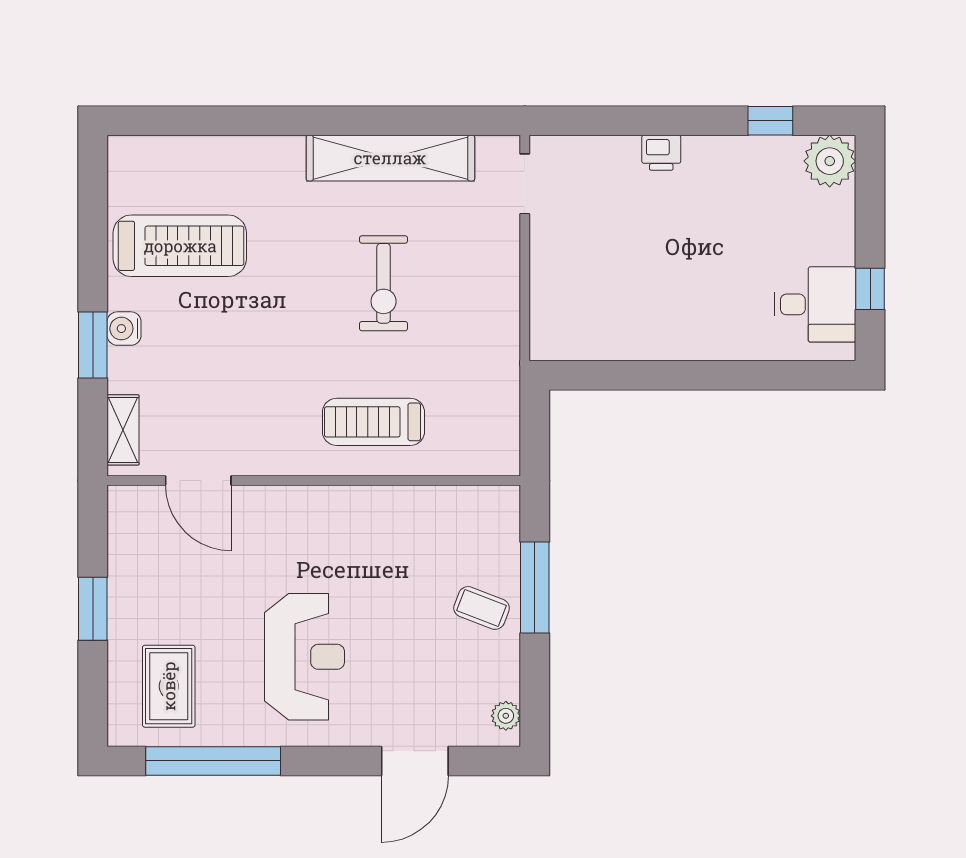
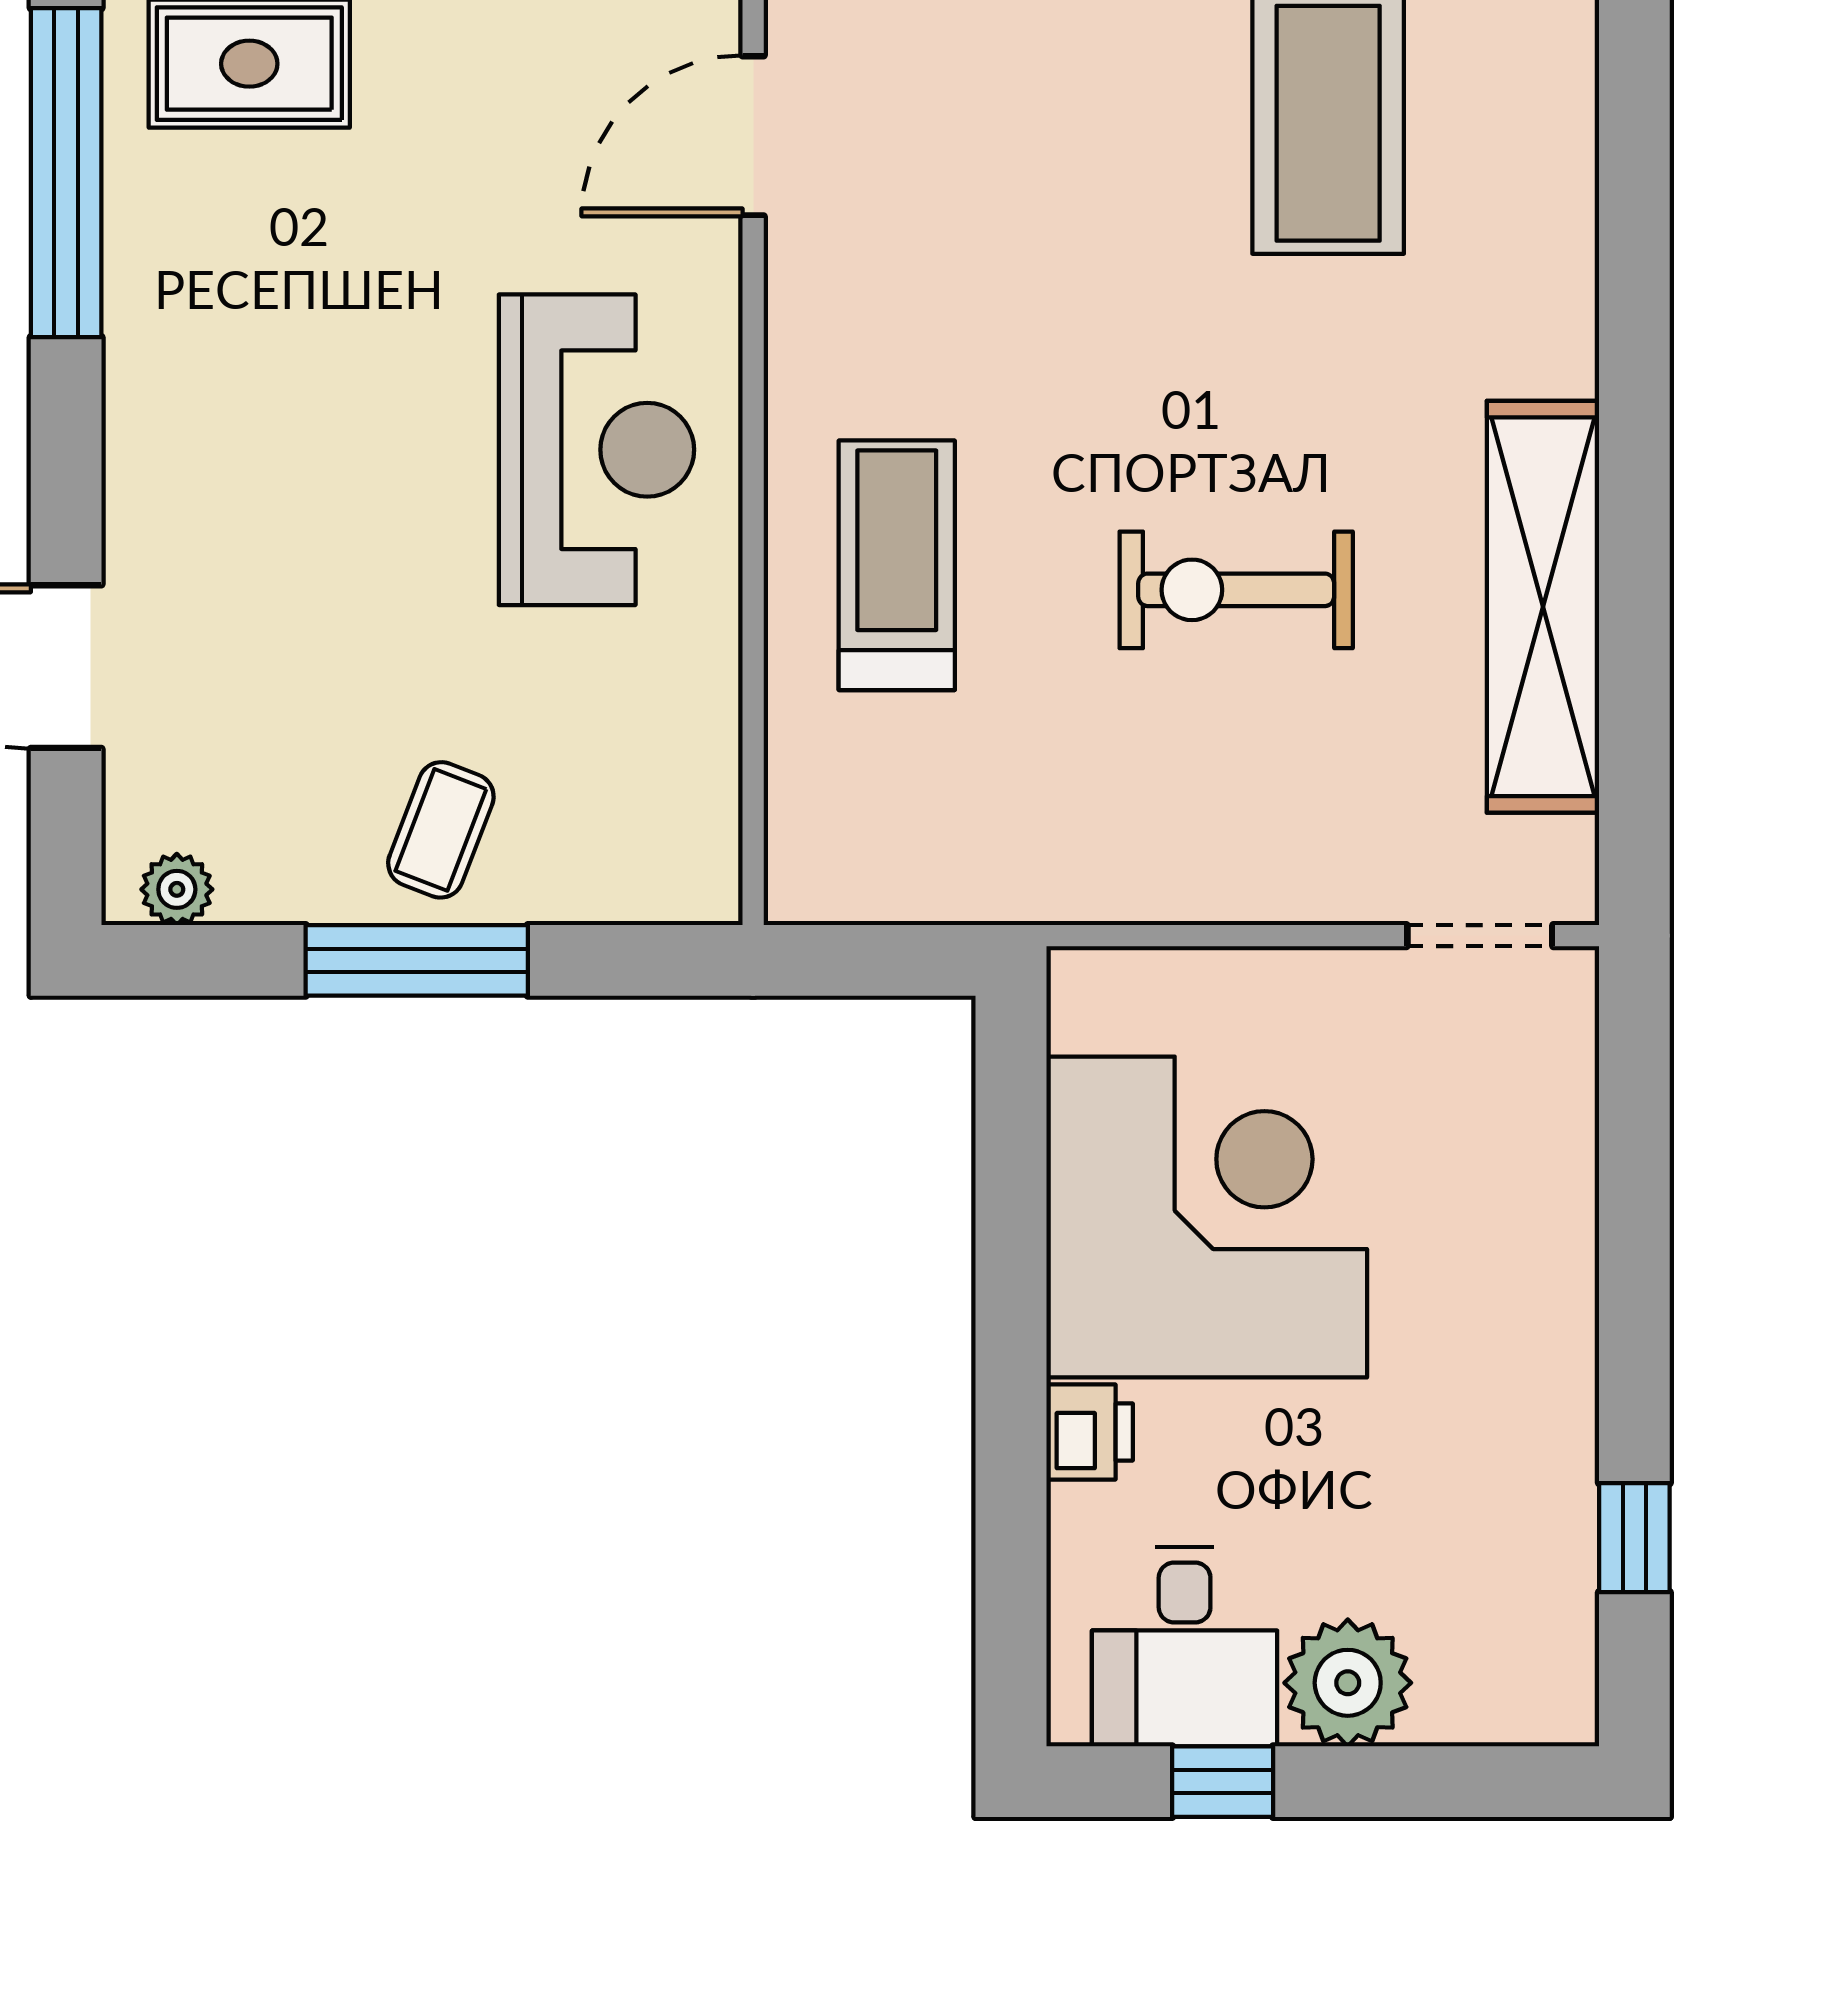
printer: (661, 153) -> (1090, 1432), moved, turned 180
plant: (830, 161) -> (1348, 1683), moved
corner desk: (640, 295) -> (1207, 1217), added
window: (535, 587) -> (417, 960), moved
reception desk: (304, 657) -> (596, 450), moved, turned -90

